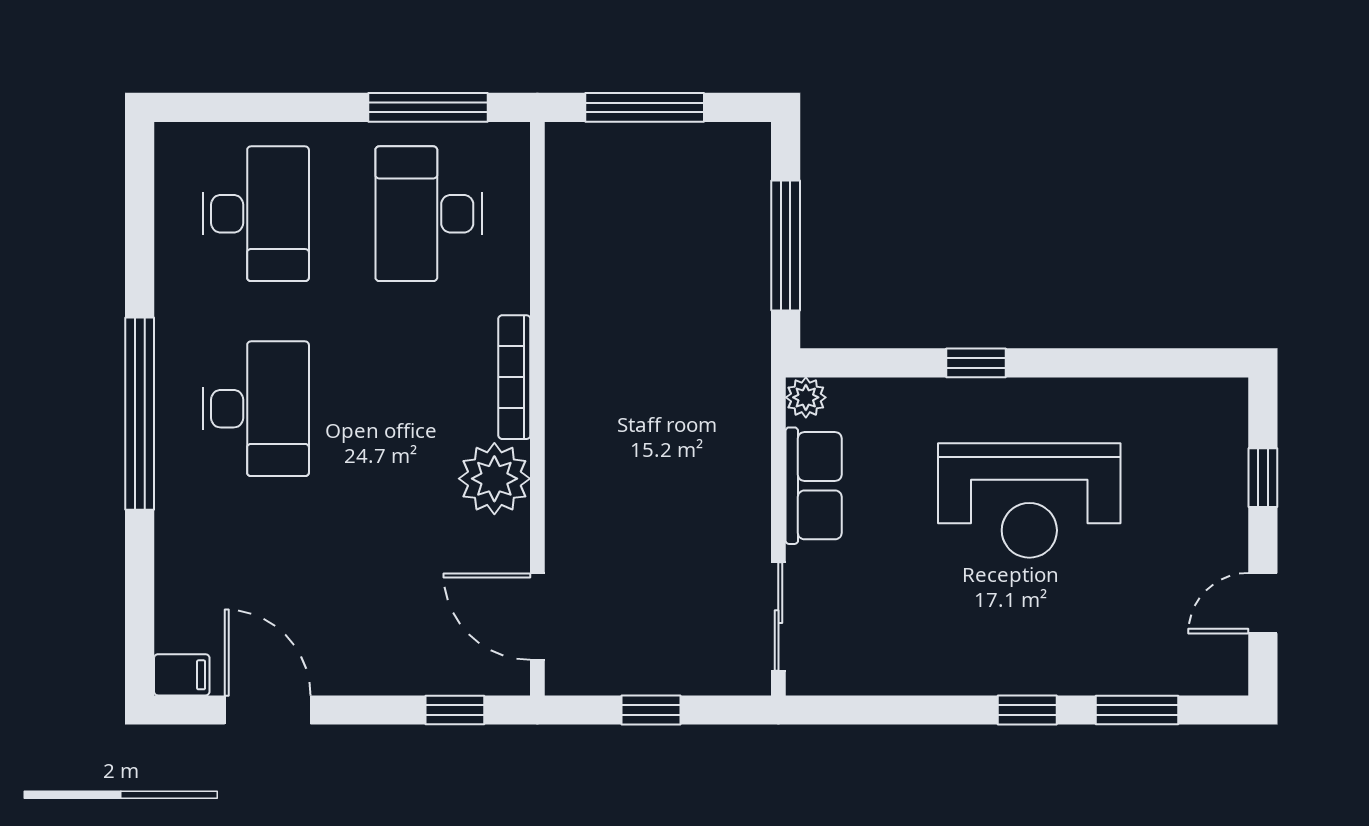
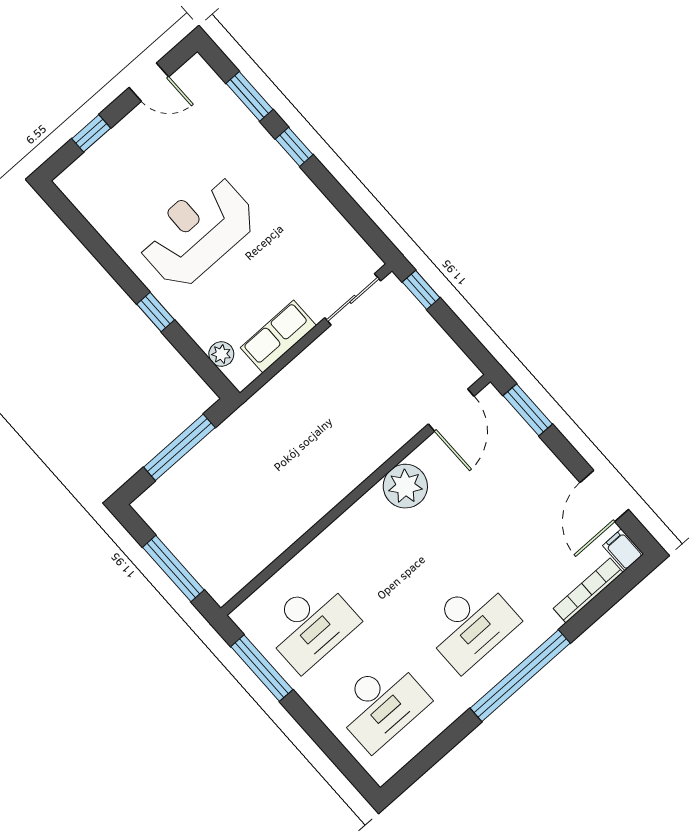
desk: (256, 214) -> (381, 704), turned 180
bookcase: (514, 377) -> (588, 590), moved, turned 180
plant: (806, 397) -> (221, 354), moved
desk: (256, 409) -> (471, 624), turned 180
reception desk: (1029, 501) -> (197, 231), turned -90
window: (455, 710) -> (528, 410), width x1.50
window: (651, 710) -> (421, 290), moved

